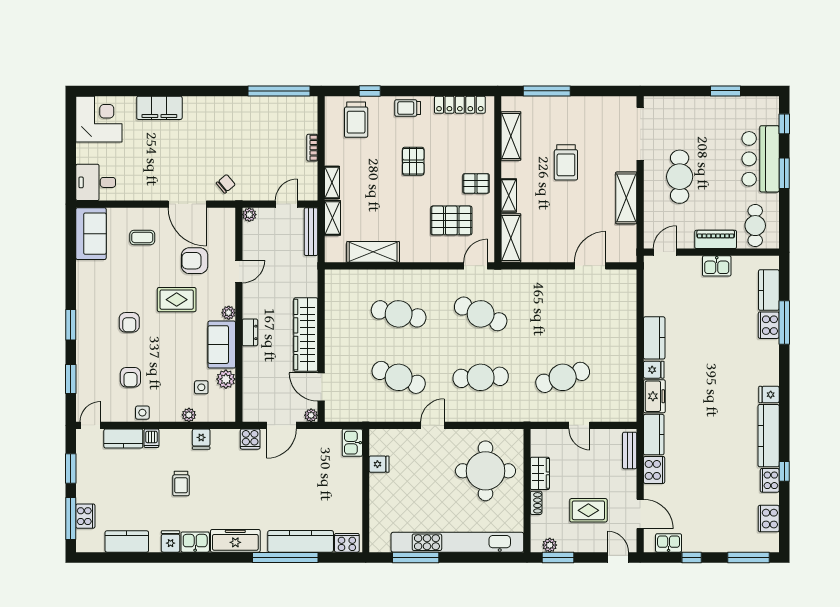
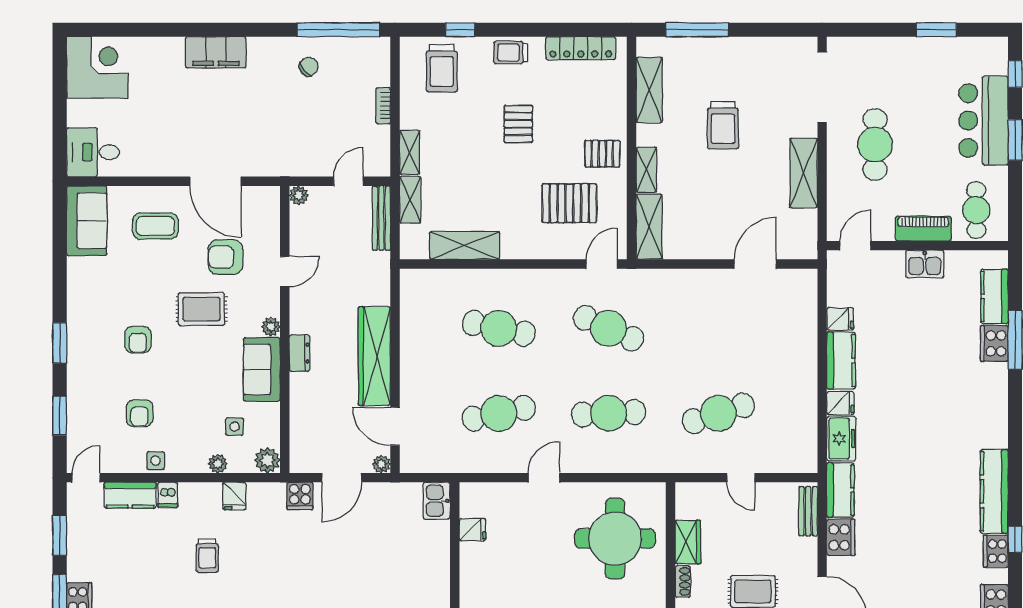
filing cabinet: (159, 108) -> (216, 52), moved
chair: (226, 184) -> (309, 67), moved
coffee table: (142, 237) -> (155, 226), width x1.36, depth x1.30
cafe table: (399, 377) -> (499, 413), turned -33
plant: (226, 379) -> (267, 460), moved
fridge: (769, 395) -> (840, 319), moved, turned 180

